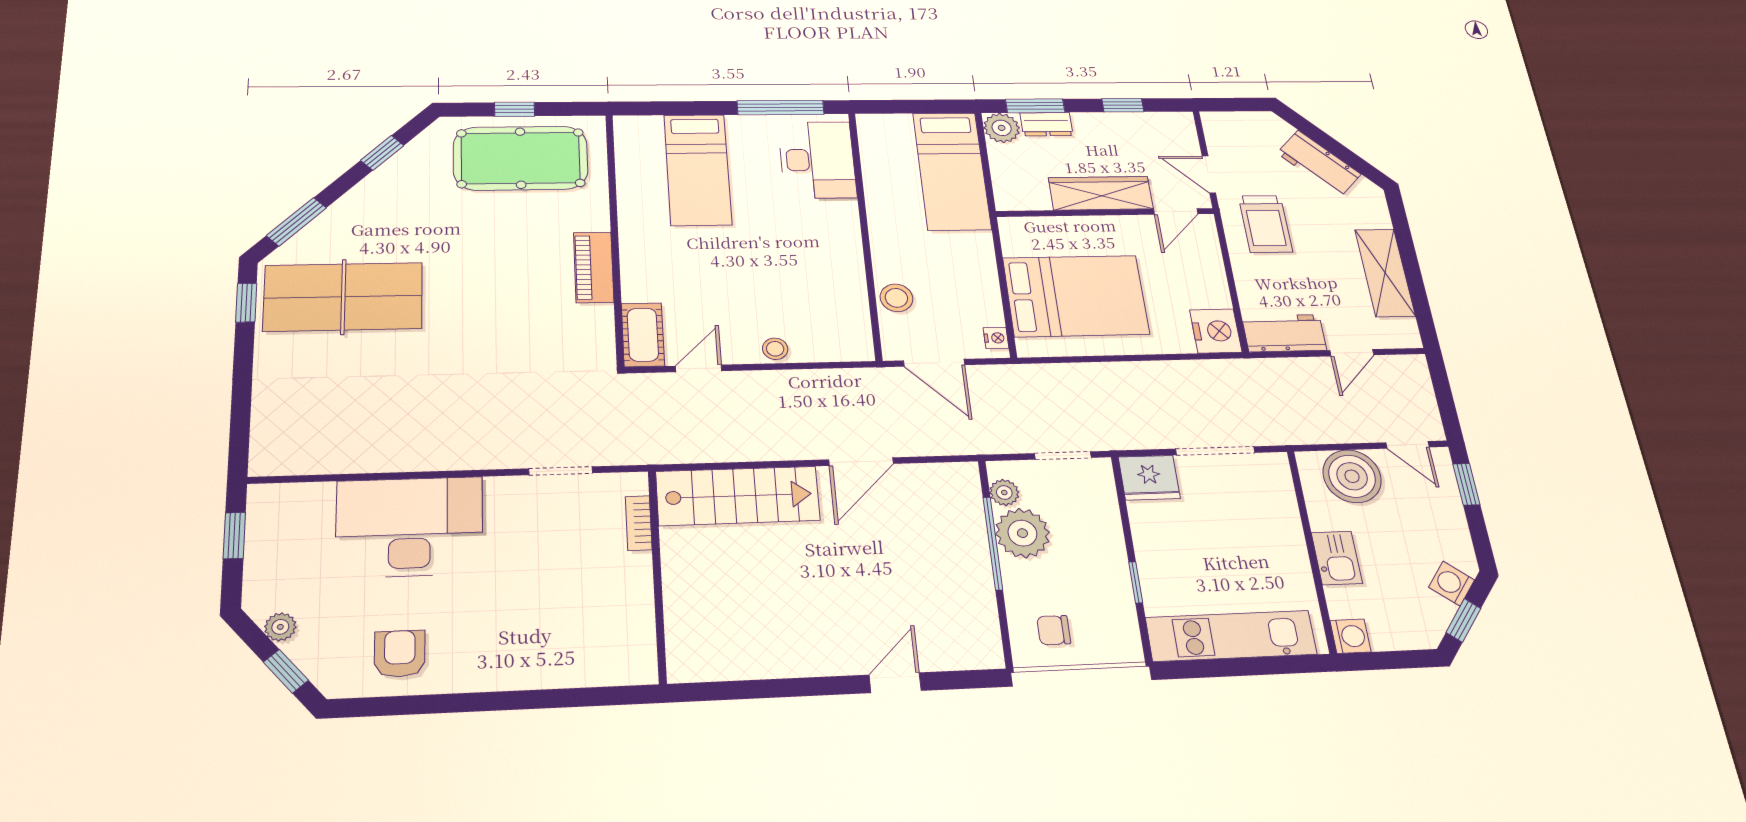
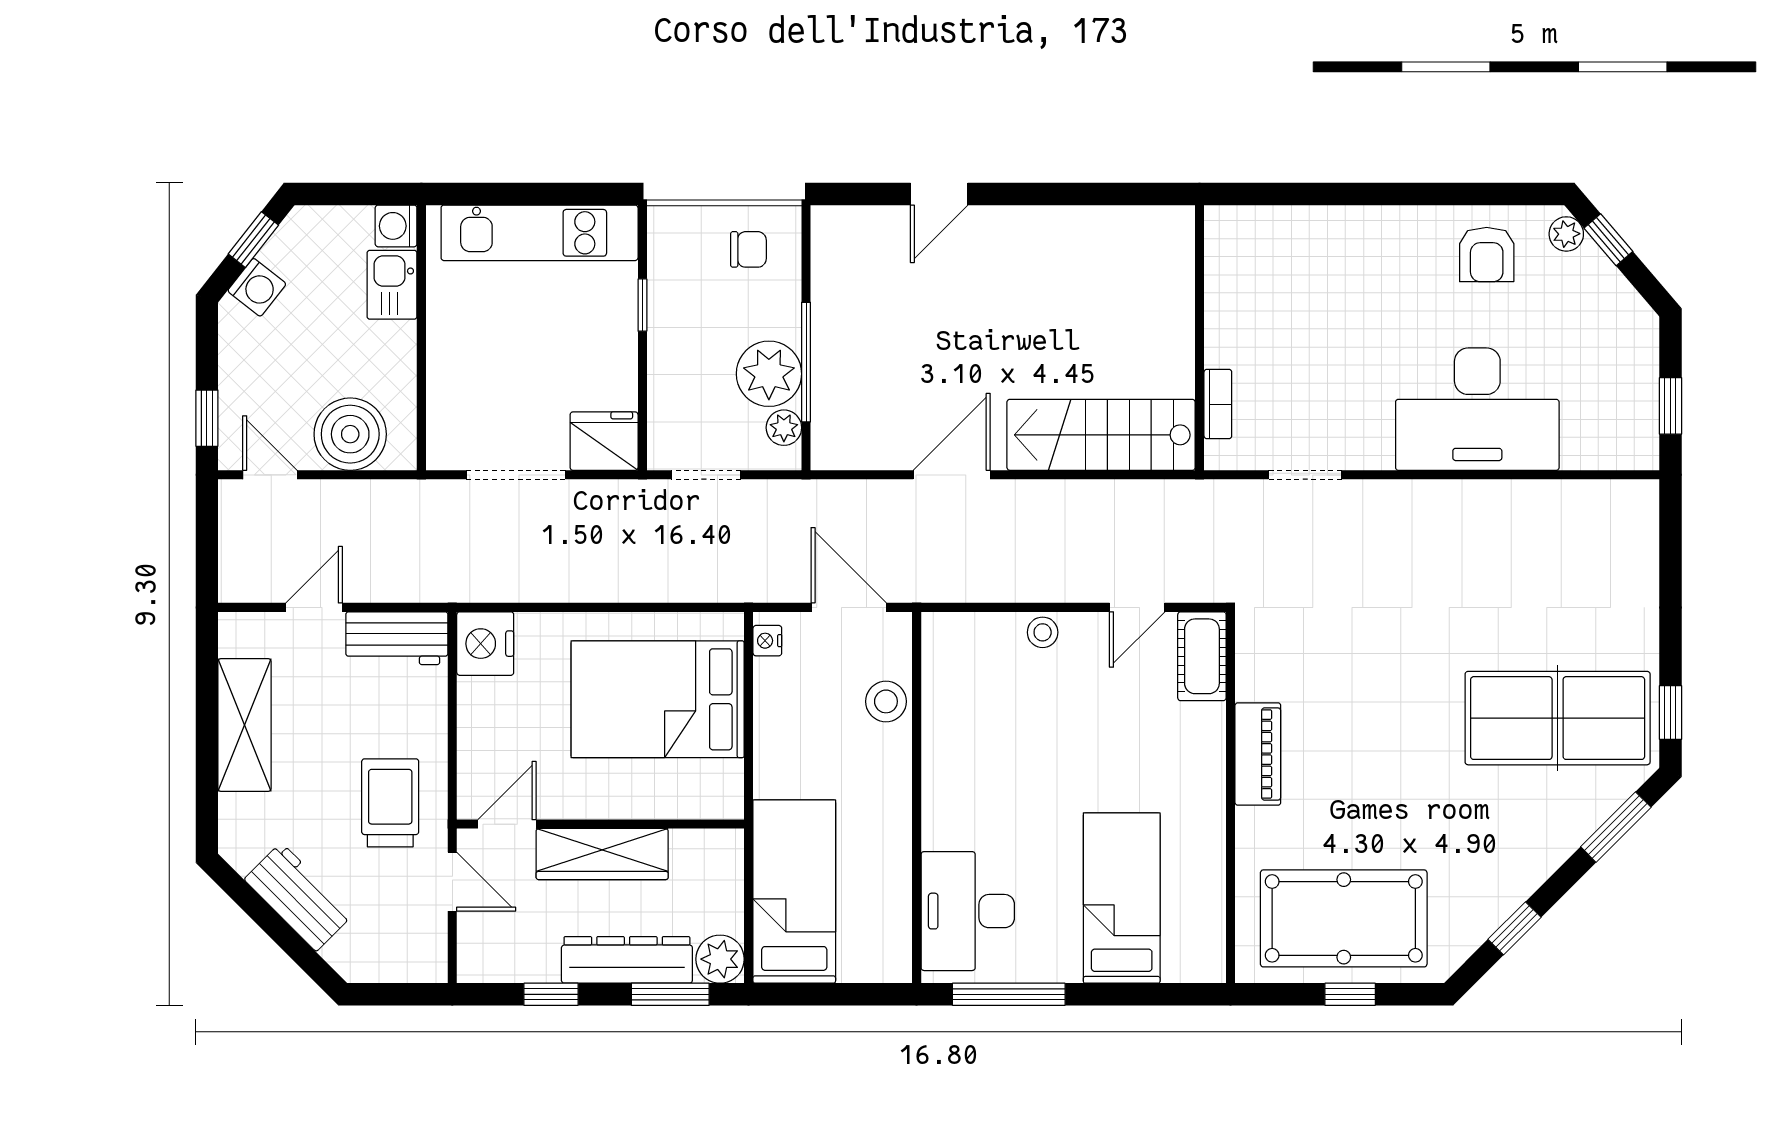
dresser: (1046, 124) -> (627, 960), width x1.96, depth x1.24
kitchen sink: (1337, 558) -> (392, 285), moved
plant: (280, 627) -> (1566, 234), moved

